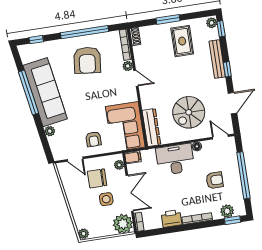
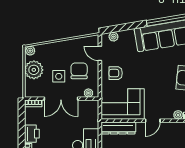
door: (136, 78) -> (153, 121), moved
plant: (50, 131) -> (113, 37), moved
filing cabinet: (133, 157) -> (93, 107), removed
door: (75, 159) -> (100, 53), hinge flipped
plant: (123, 224) -> (34, 70), moved

